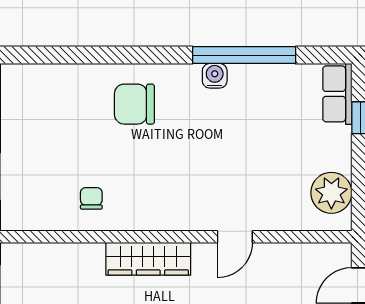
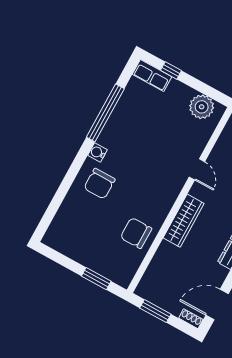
water cooler: (215, 76) -> (98, 152), moved
chair: (91, 198) -> (136, 233), width x1.87, depth x1.87

